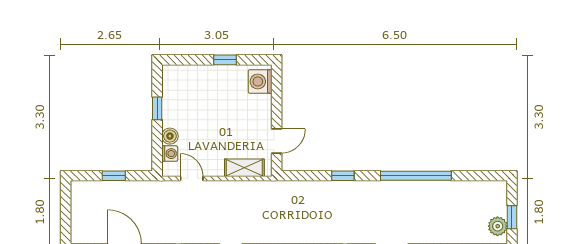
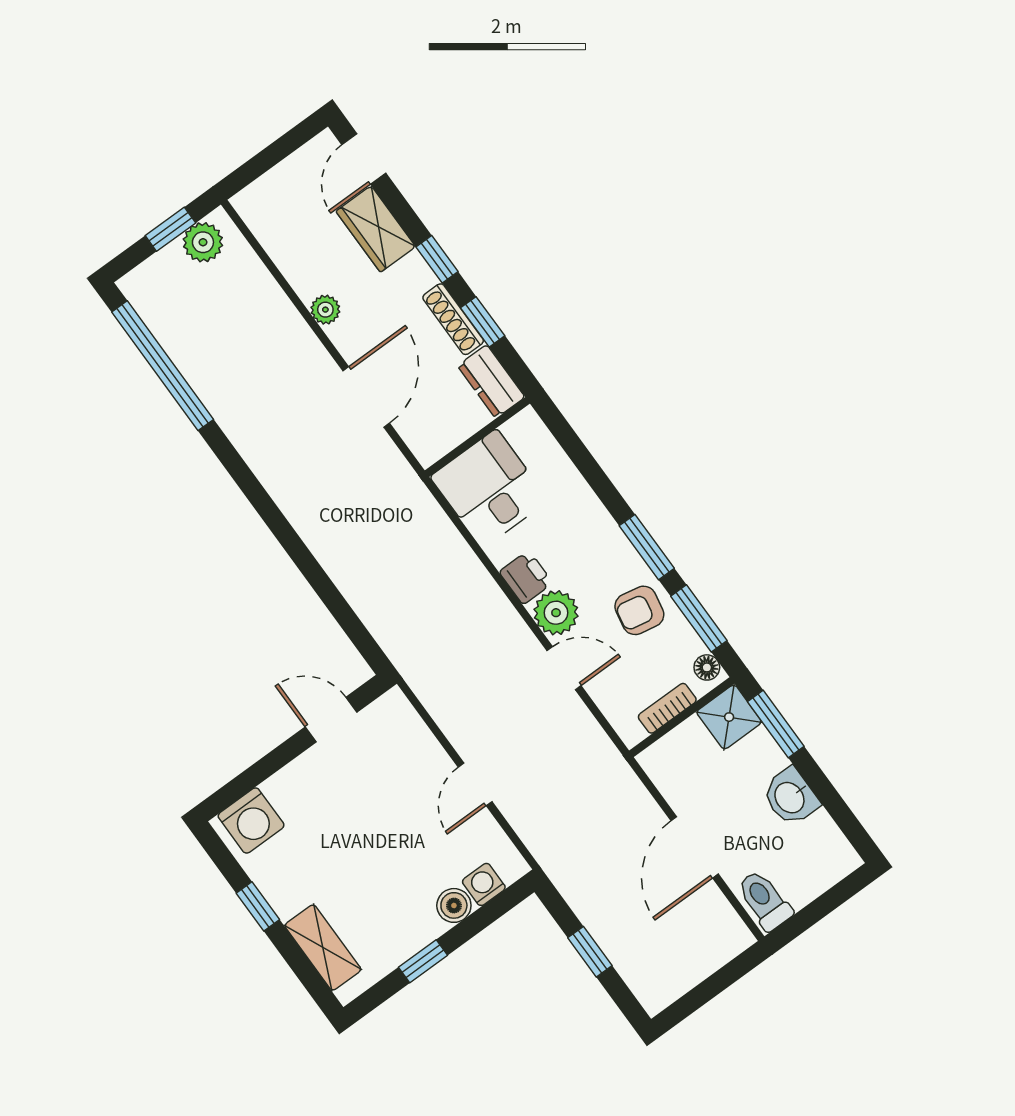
shelving: (244, 168) -> (323, 947), moved
window: (343, 176) -> (308, 565), removed
window: (416, 176) -> (163, 366), moved
door: (192, 178) -> (475, 784), moved

